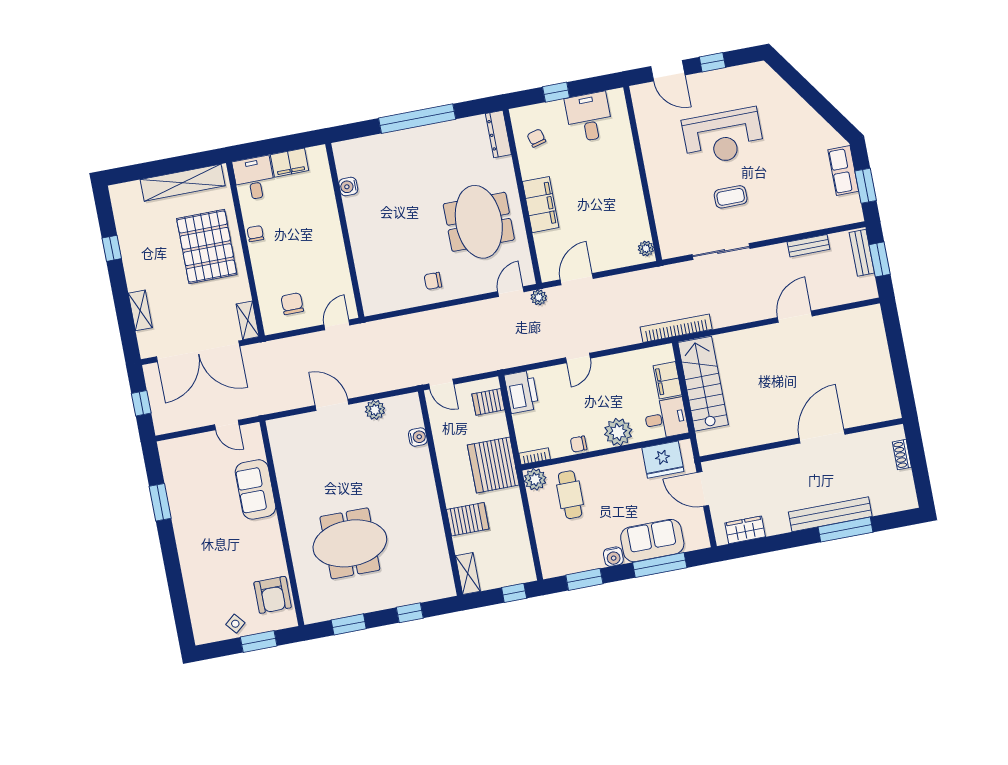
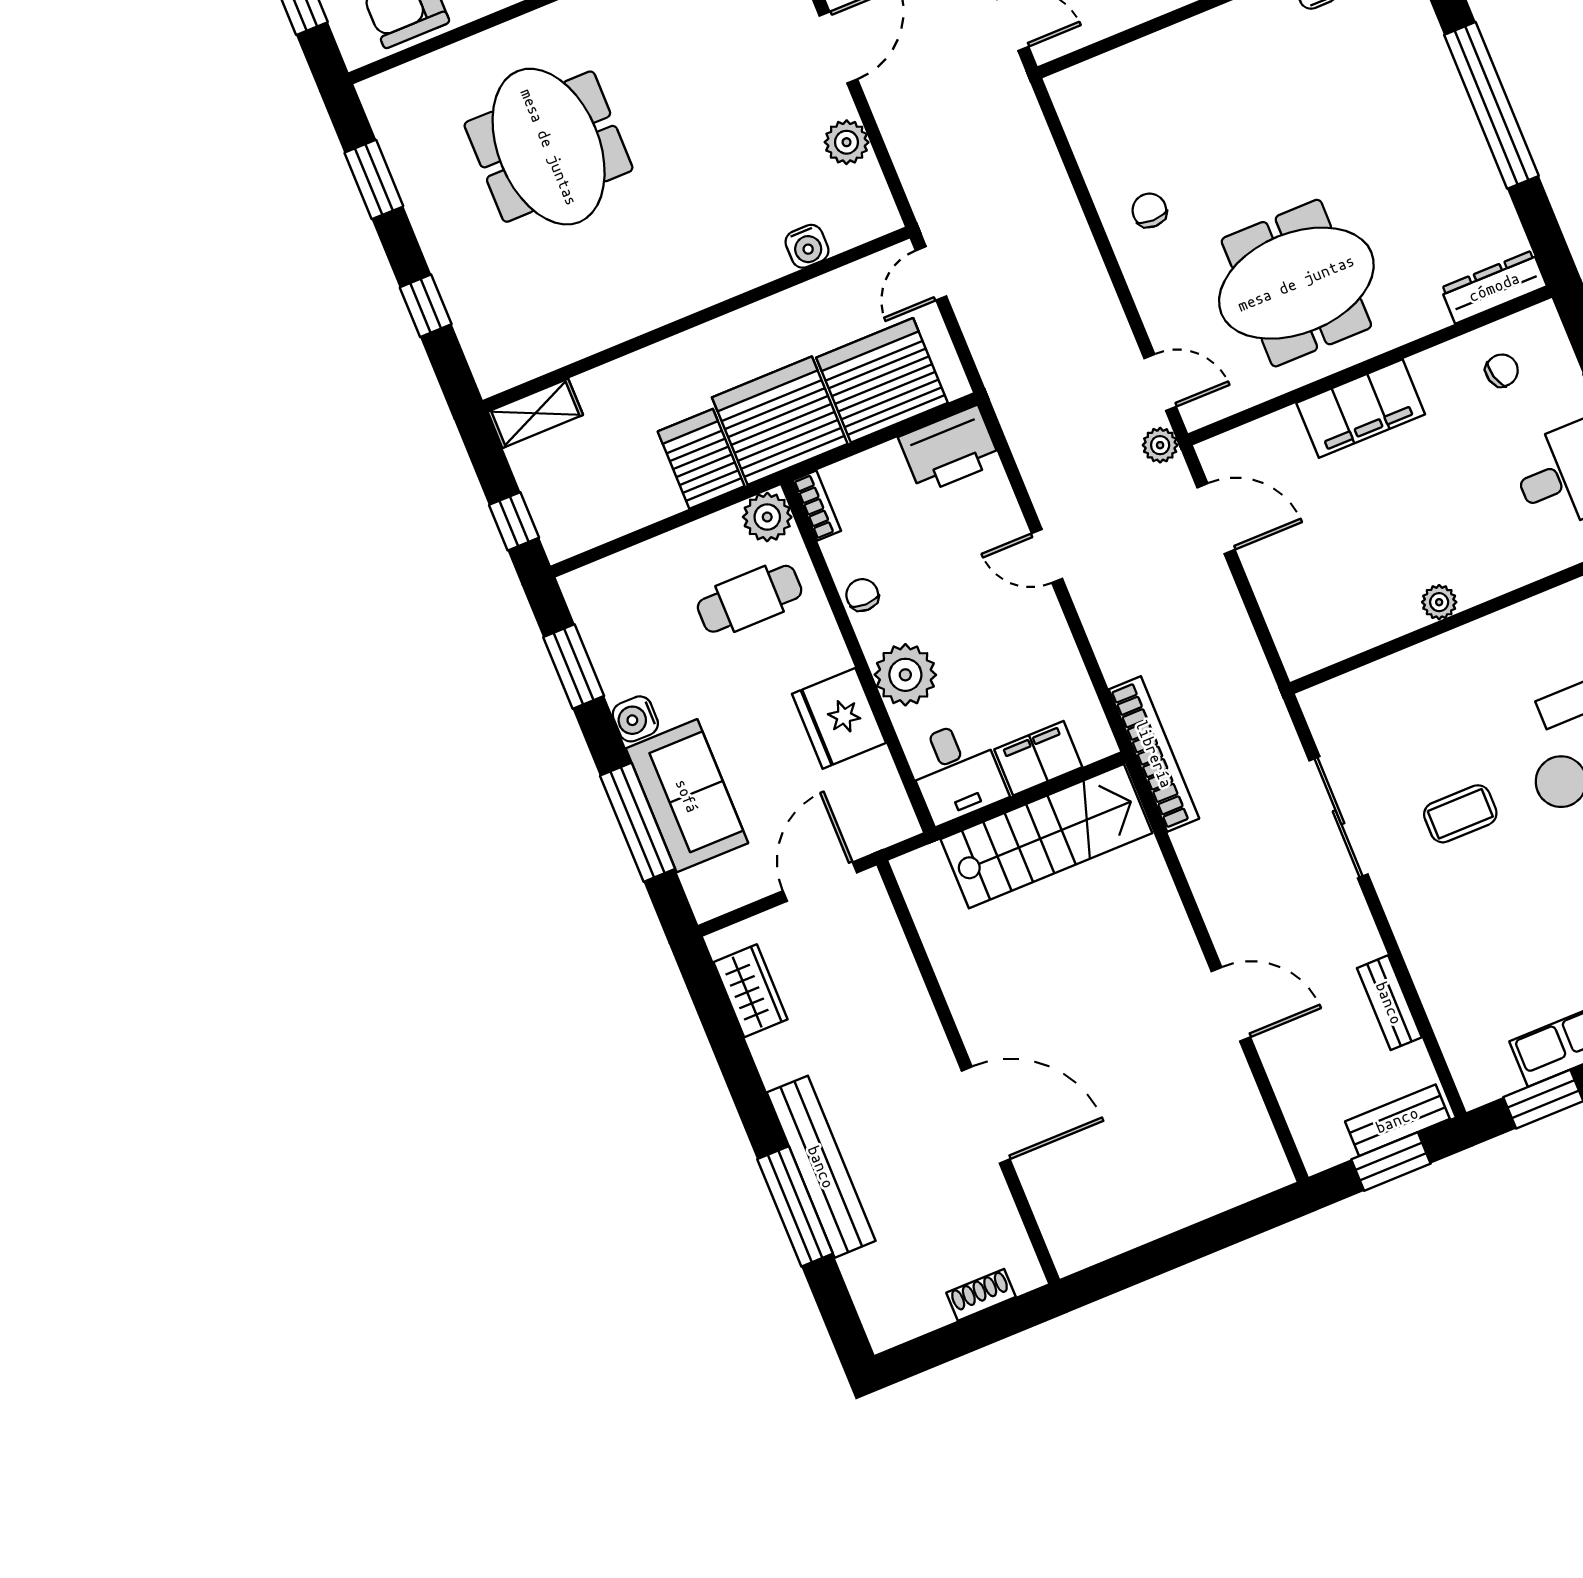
coffee table: (731, 197) -> (1460, 814), turned 90
plant: (646, 248) -> (1439, 602), moved
server rack: (488, 402) -> (882, 380), width x2.18, depth x1.44
fridge: (663, 460) -> (839, 718), moved
server rack: (468, 519) -> (701, 459), moved, turned 180

